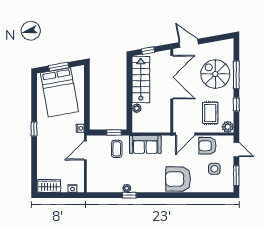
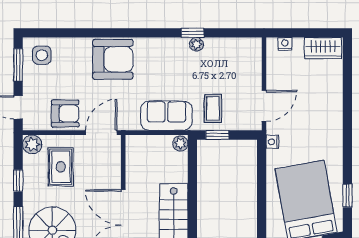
plant: (137, 108) -> (180, 144), moved
window: (34, 129) -> (347, 196), moved
side table: (214, 169) -> (42, 55), moved

